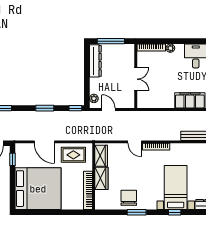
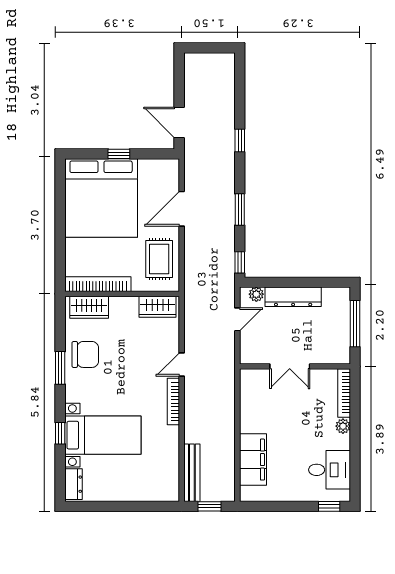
dresser: (95, 61) -> (293, 297), moved
window: (12, 159) -> (119, 154), moved
wardrobe: (101, 178) -> (89, 307), moved

